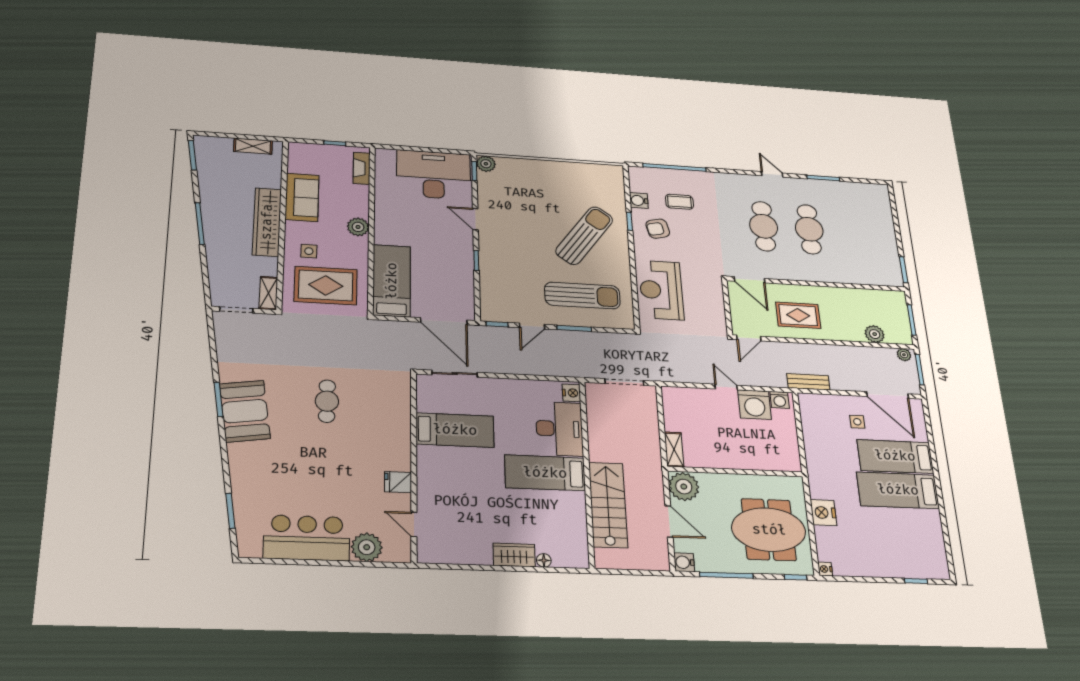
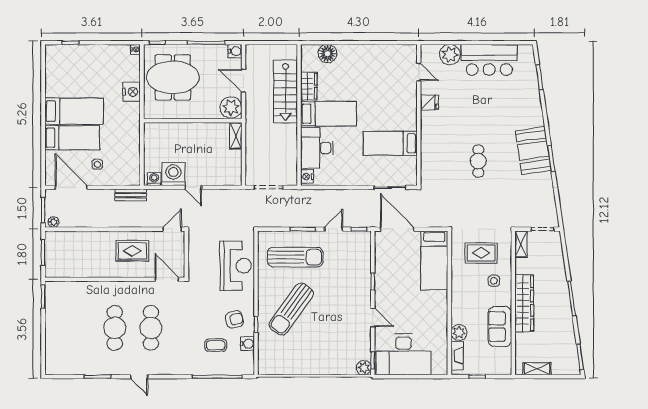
plant: (358, 227) -> (459, 332), moved
rug: (326, 285) -> (481, 253), width x0.73, depth x0.70
sun lounger: (582, 296) -> (295, 257), turned 180
plant: (875, 334) -> (74, 238), removed
wardrobe: (514, 555) -> (309, 86), moved, turned -90
floor lamp: (544, 560) -> (327, 54), width x1.89, depth x1.89

